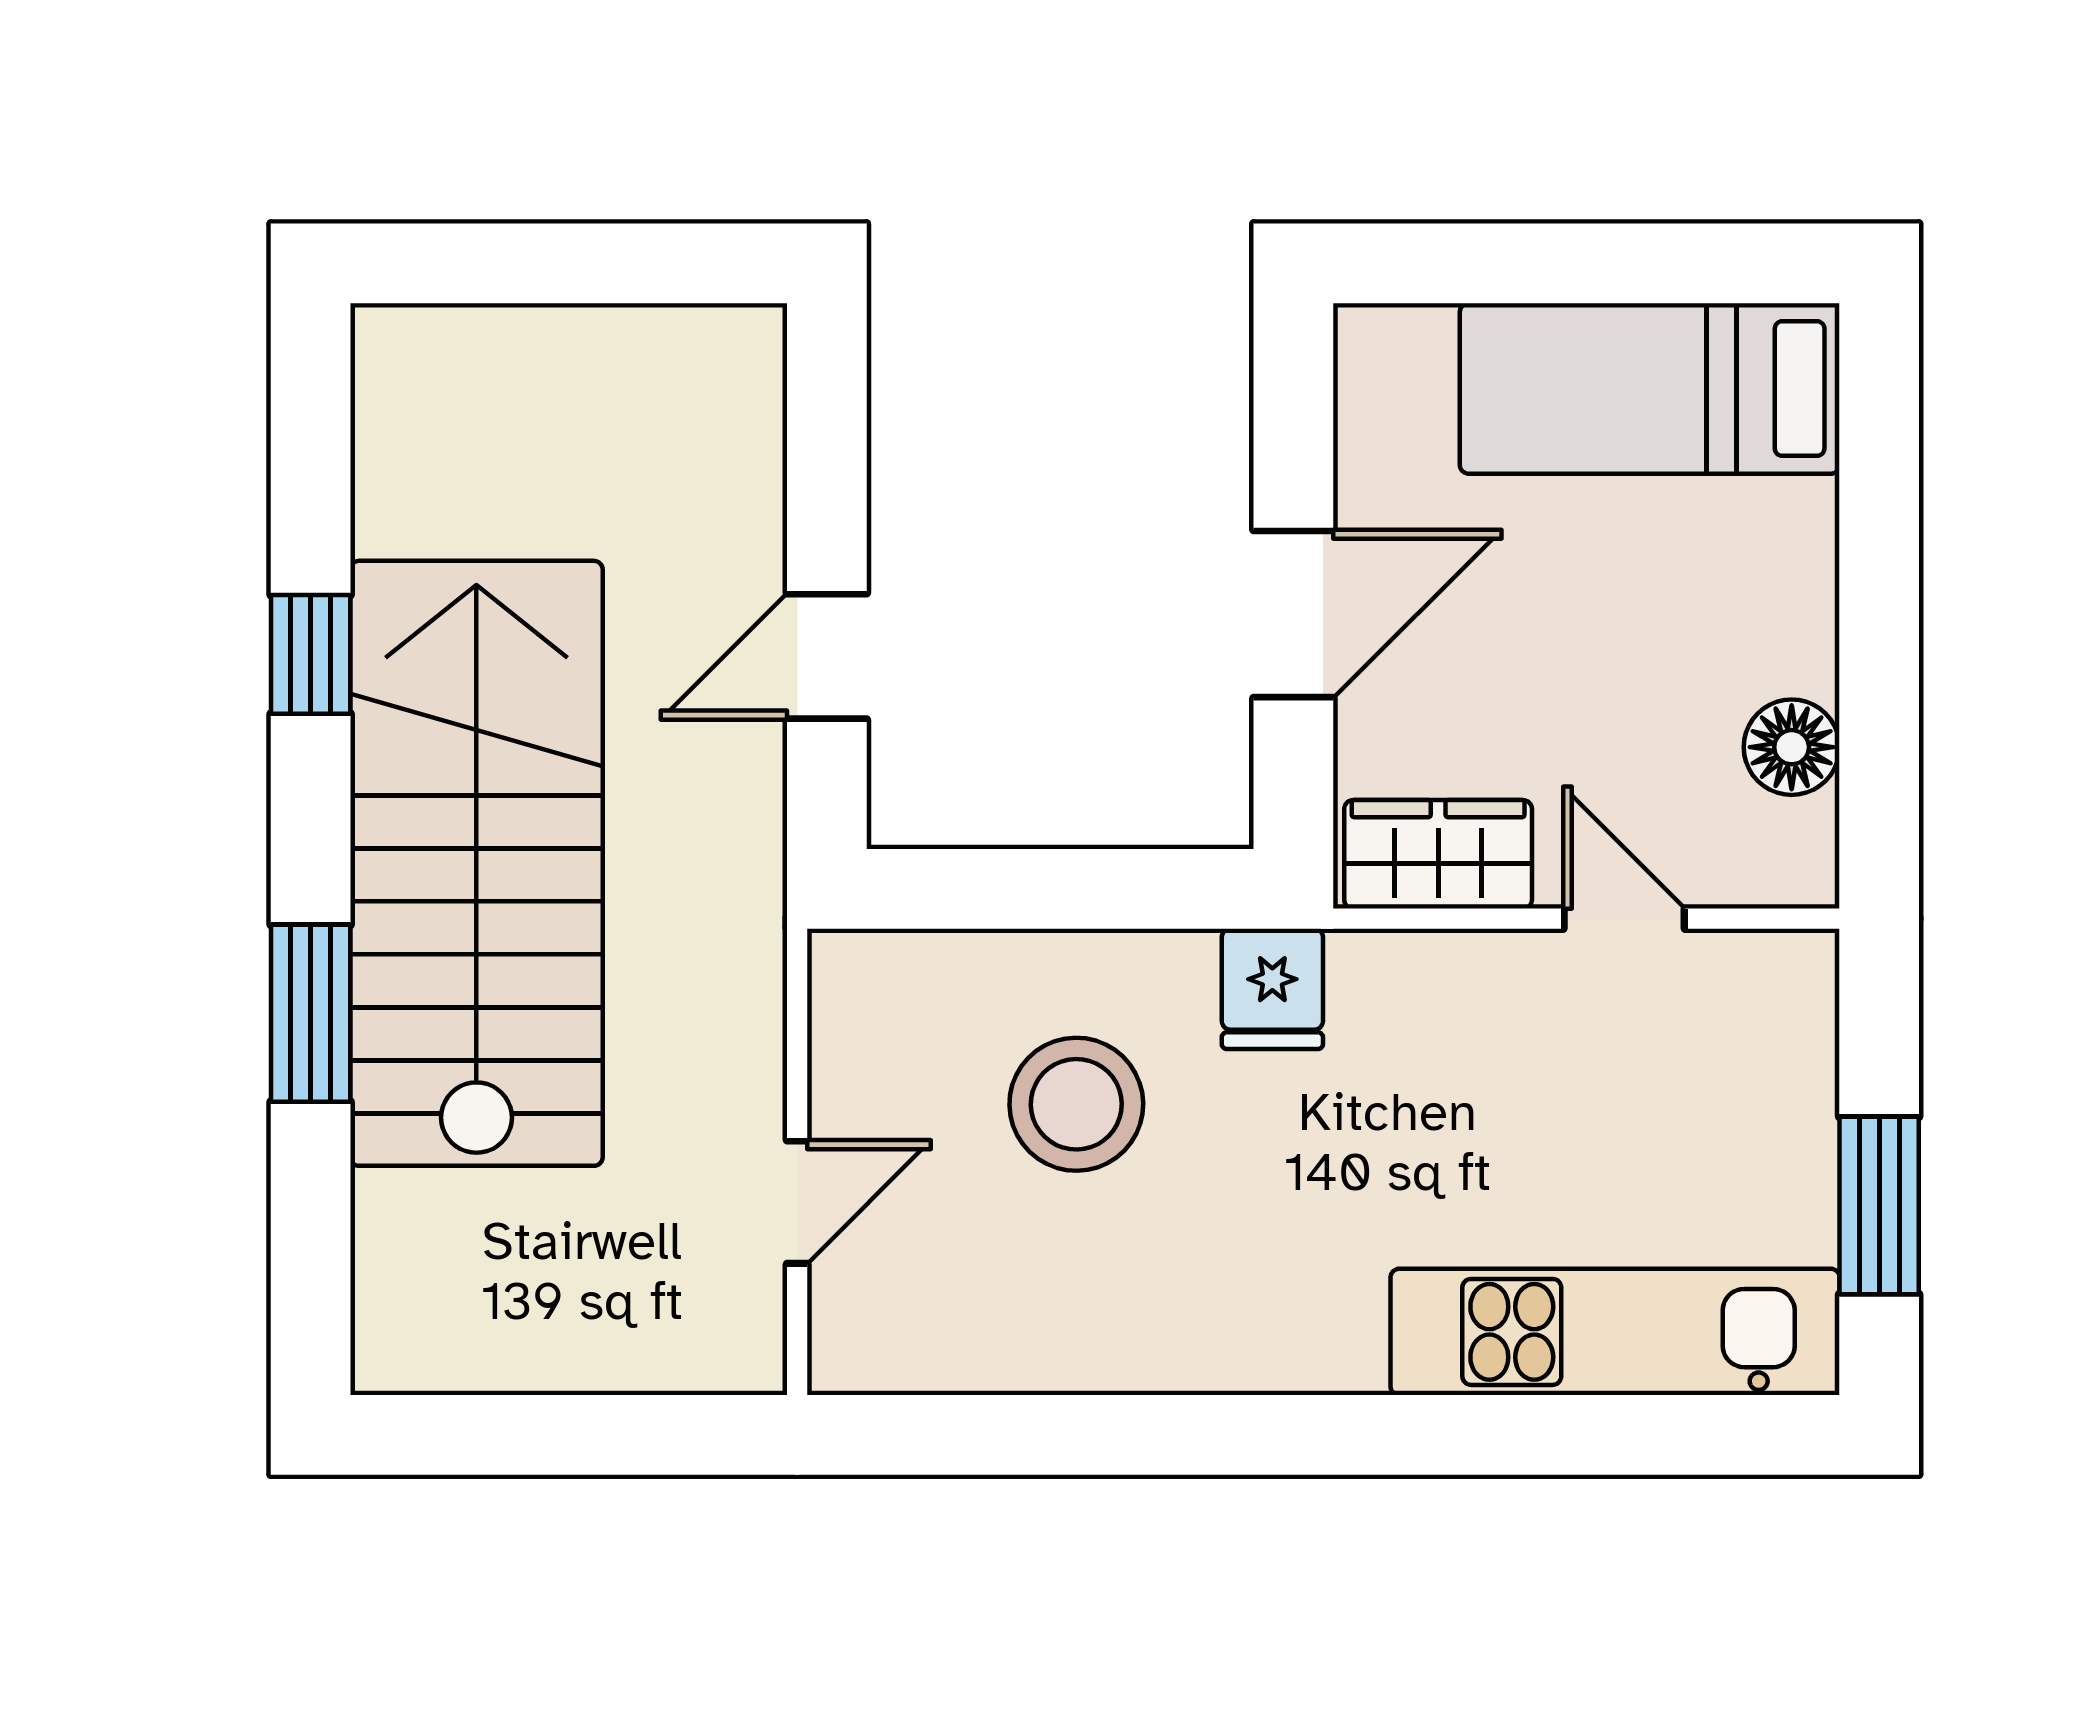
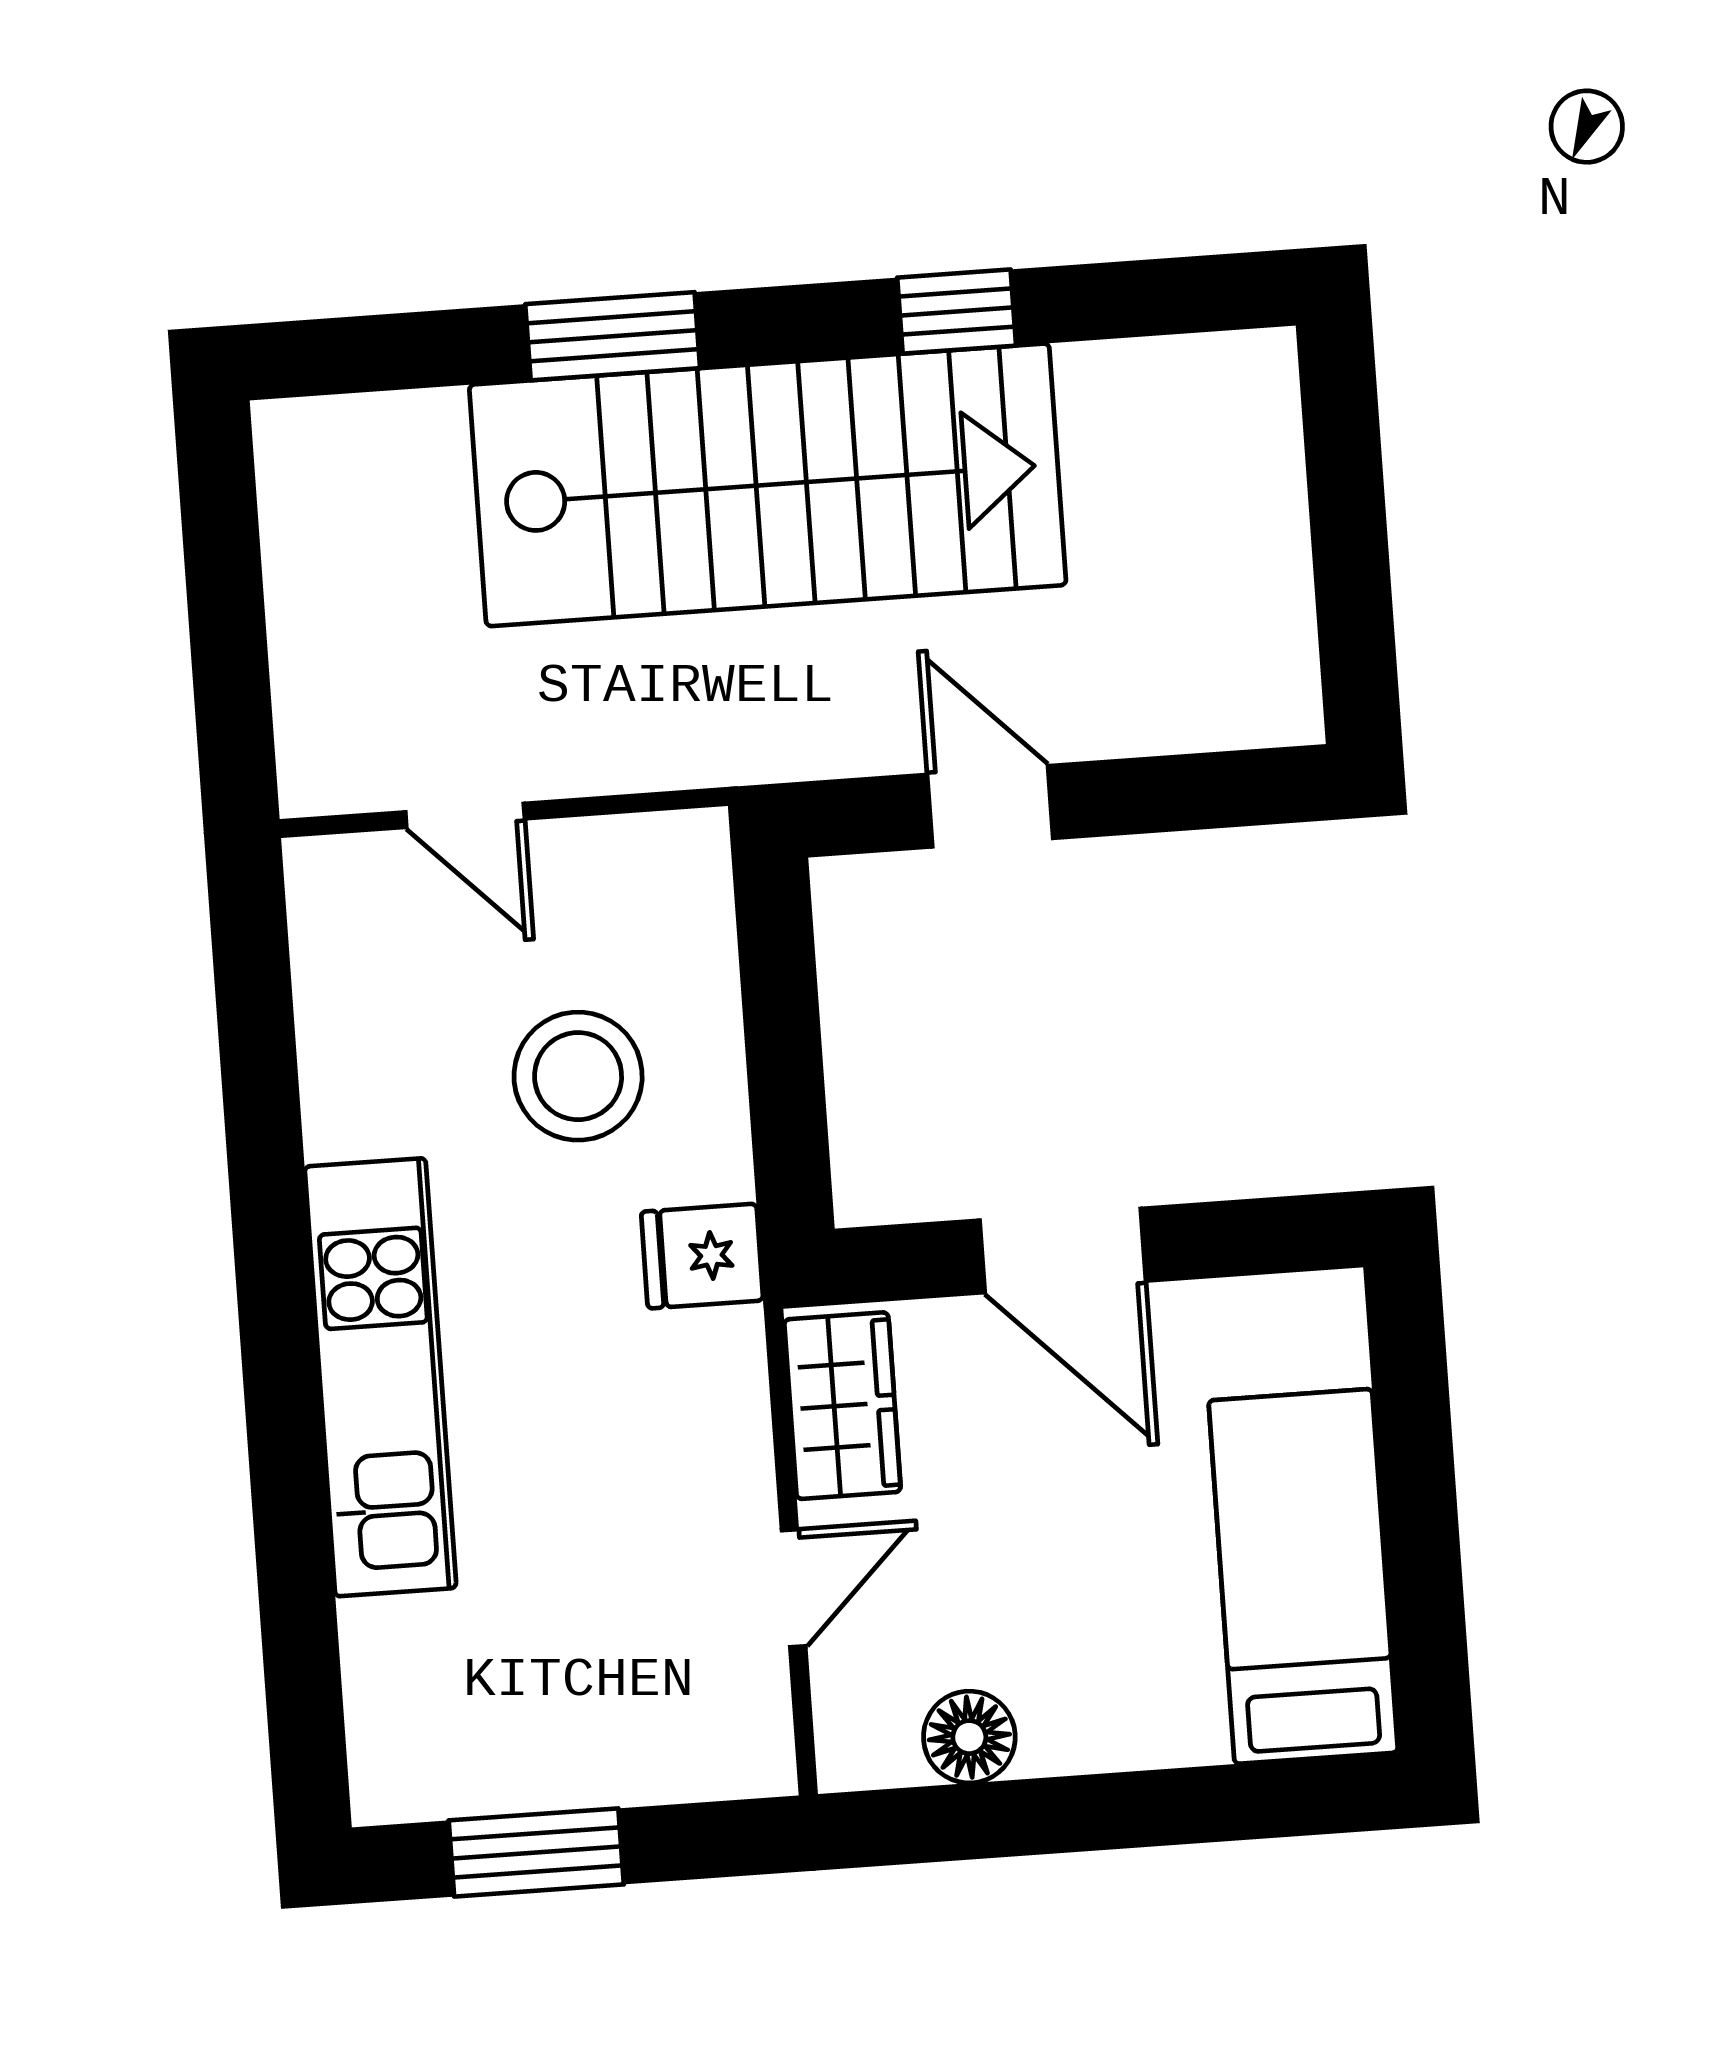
kitchen unit: (1615, 1332) -> (380, 1377), moved

